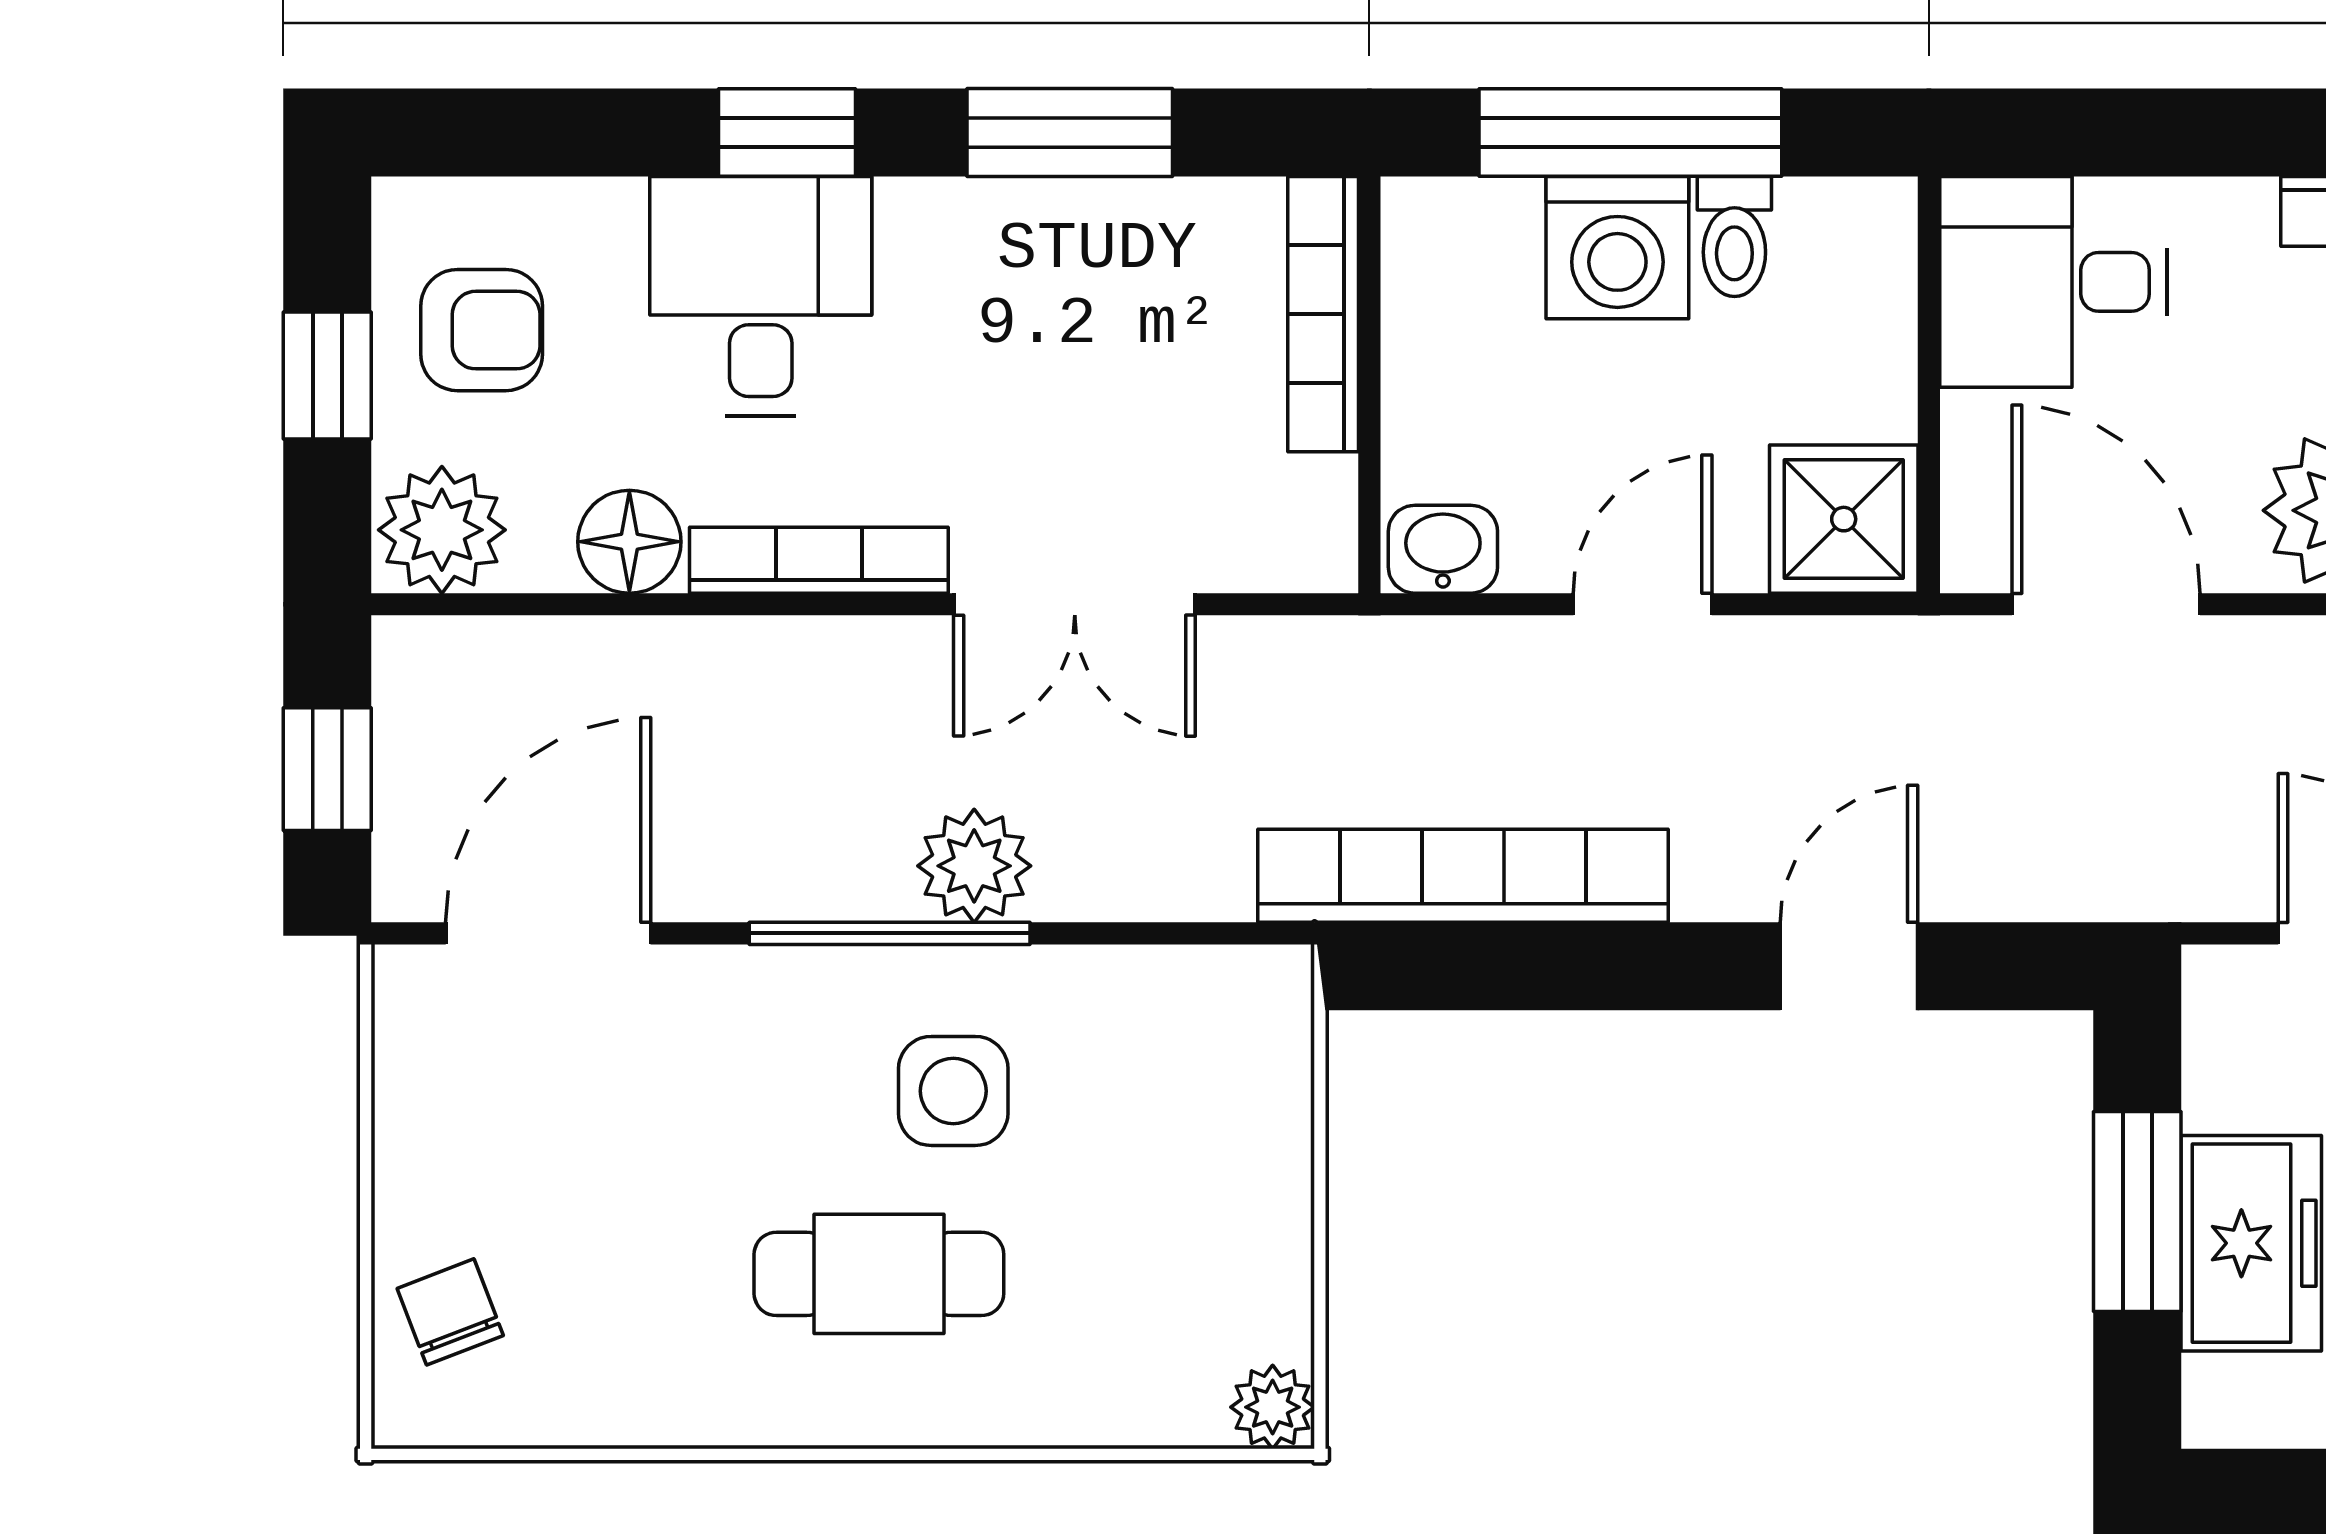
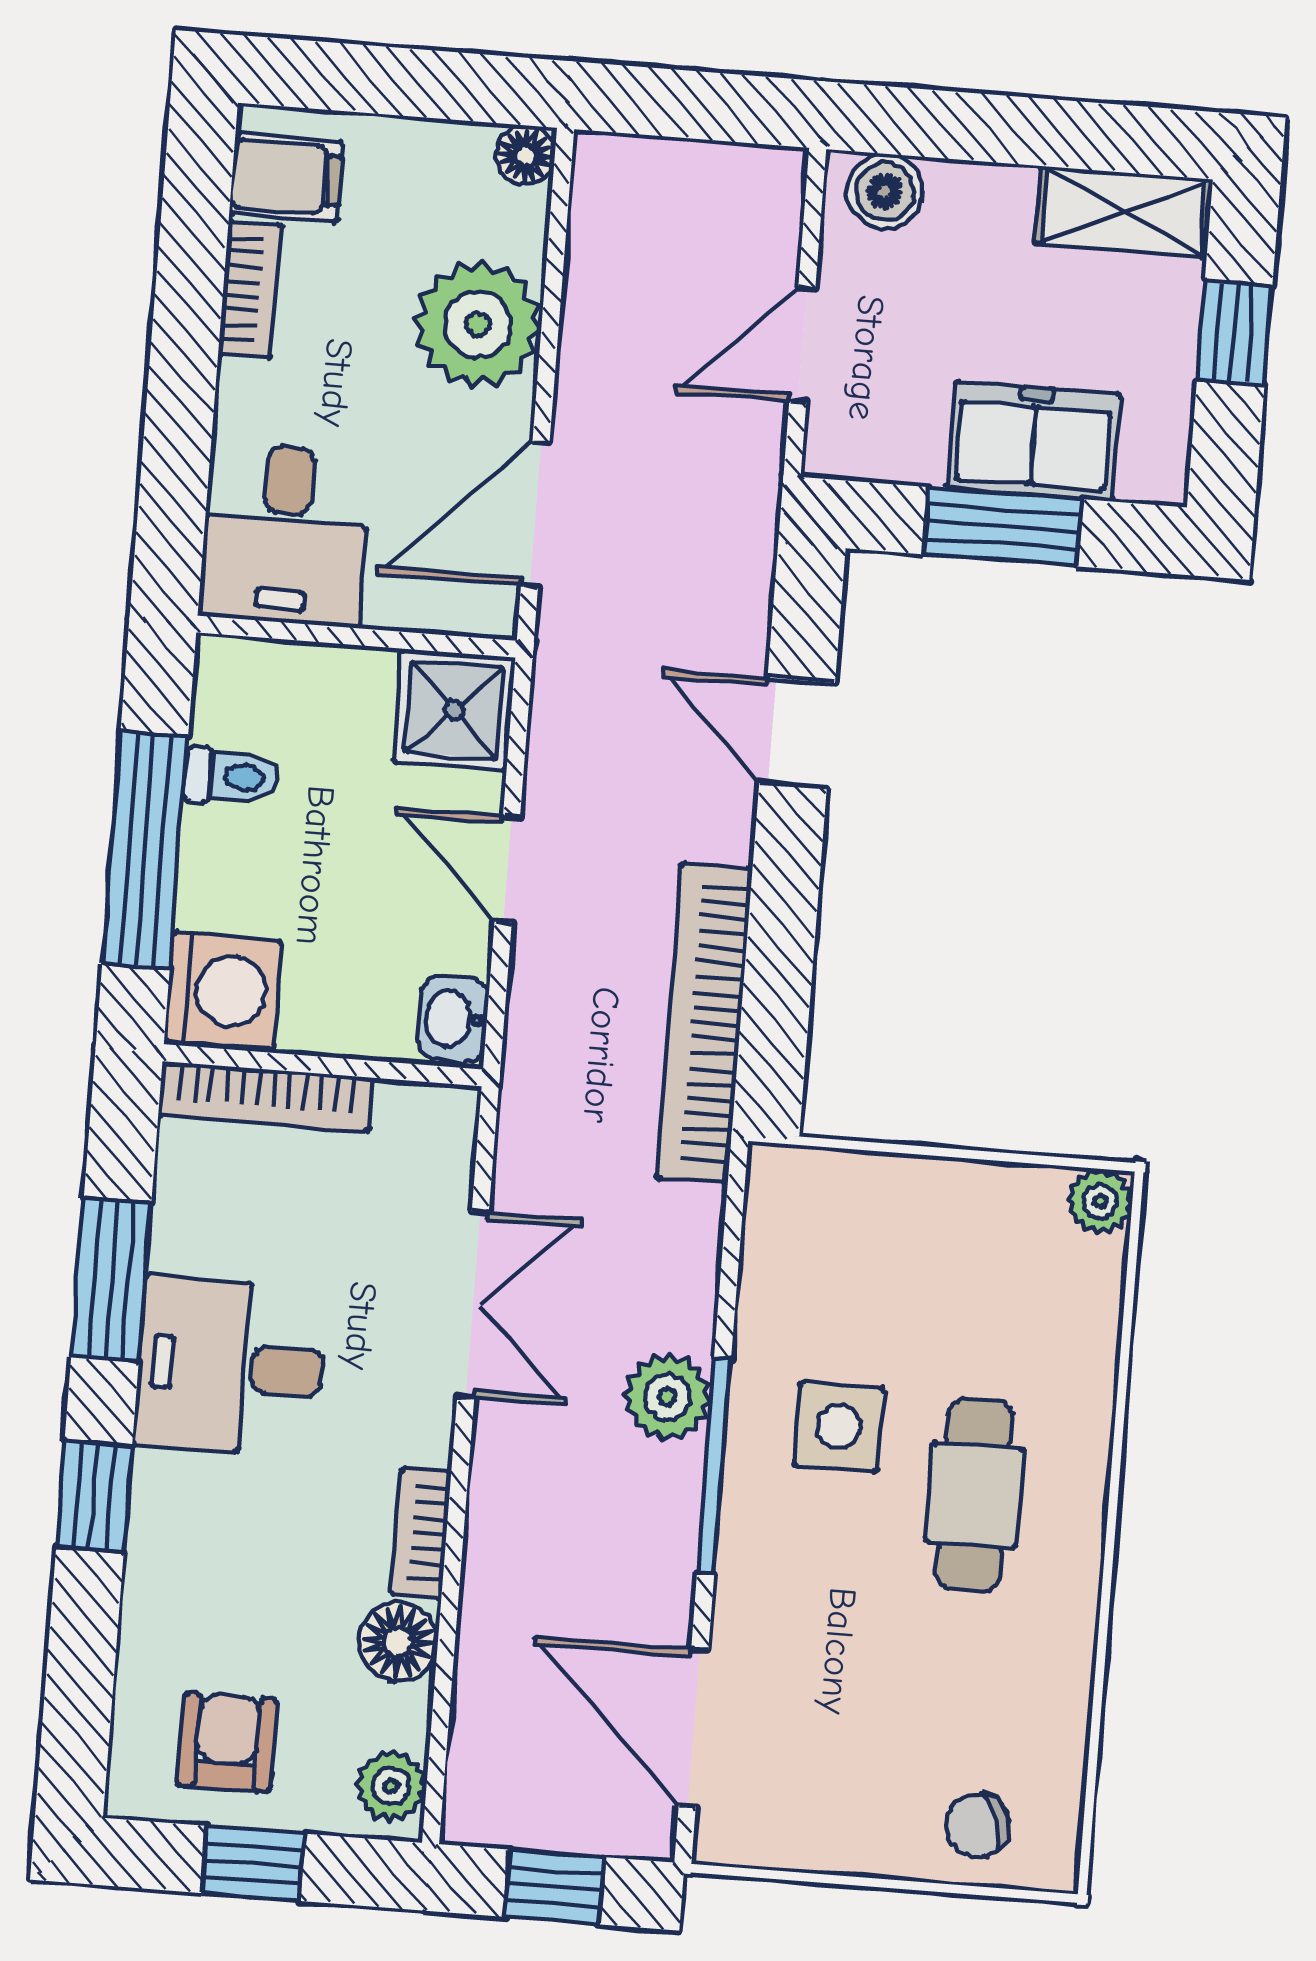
washing machine: (1617, 248) -> (223, 991), moved
desk: (761, 296) -> (231, 1367), moved
plant: (442, 530) -> (391, 1786), width x0.73, depth x0.73
bookcase: (819, 560) -> (421, 1533), width x0.64

